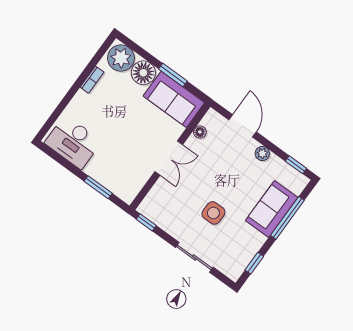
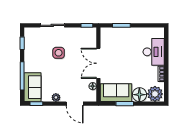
desk: (73, 142) -> (154, 52), moved, turned 90
double door: (169, 158) -> (98, 63), width x1.37
sofa: (272, 209) -> (33, 87), moved

